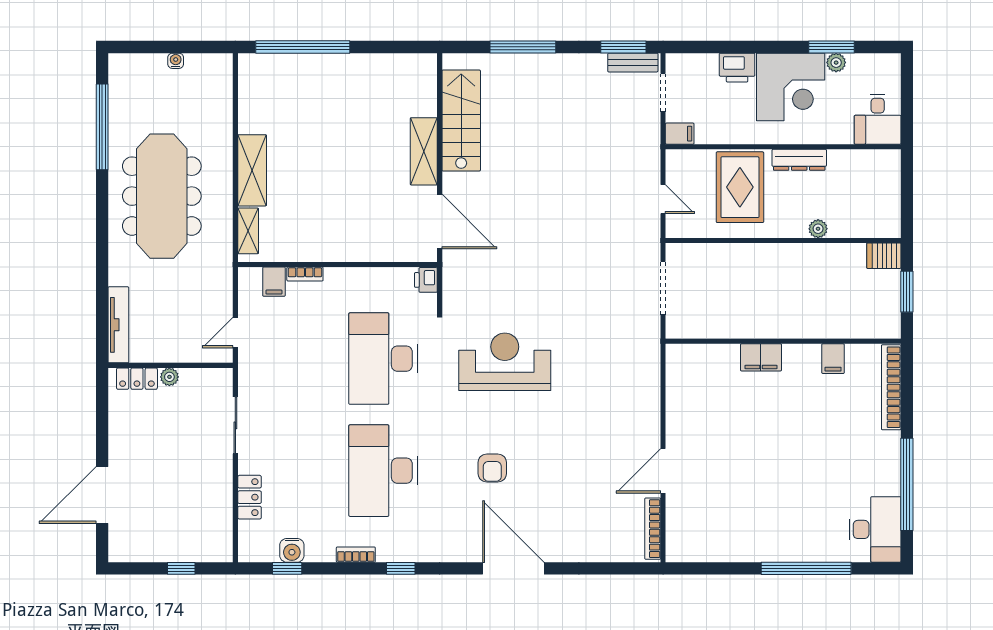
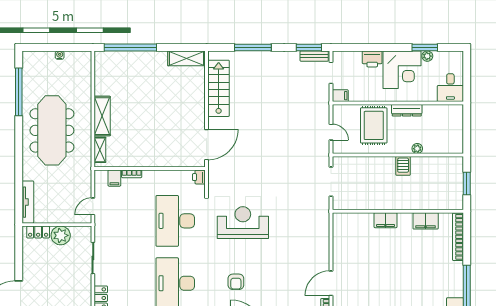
shelving: (424, 151) -> (187, 58), moved, turned 90
door: (440, 221) -> (207, 145), hinge flipped
server rack: (884, 256) -> (403, 166), moved, turned -90
filing cabinet: (833, 359) -> (426, 221), width x2.00
plant: (169, 377) -> (61, 235), width x1.88, depth x1.88

